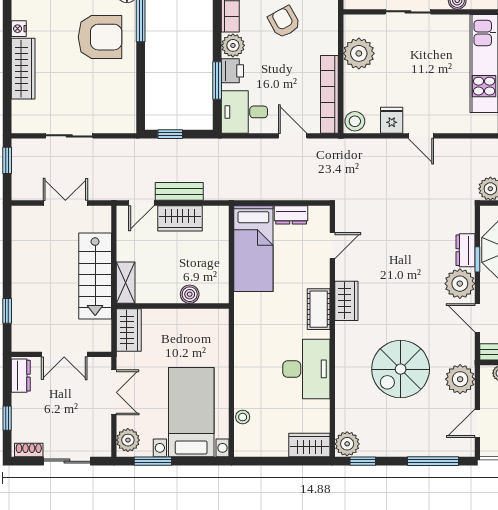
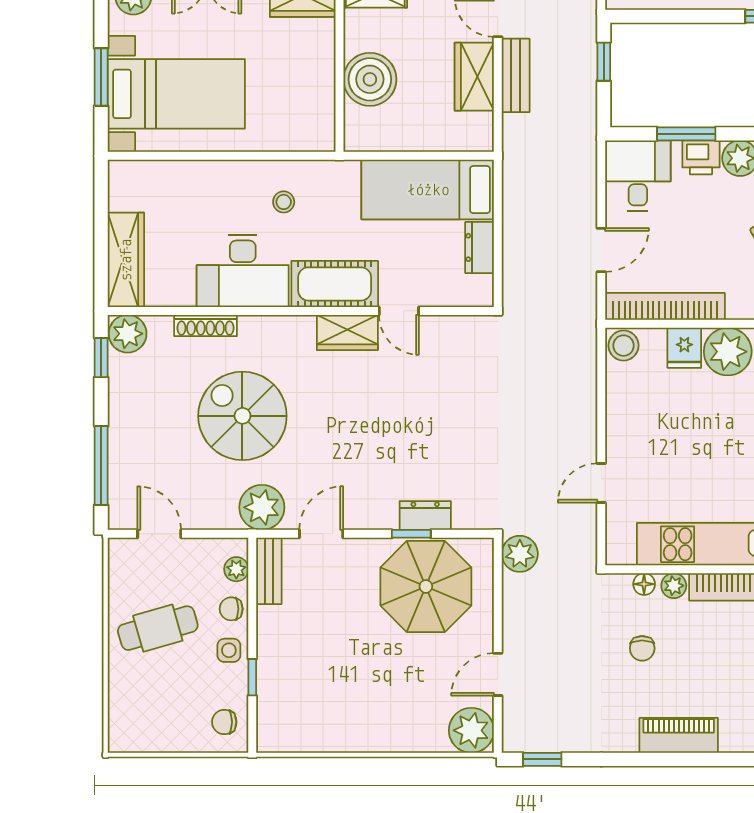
fridge: (392, 120) -> (684, 348), moved, turned 90
door: (421, 136) -> (601, 483), moved
door: (332, 246) -> (399, 311), moved
plant: (460, 284) -> (374, 507), removed
boiler: (190, 294) -> (370, 79), width x1.86, depth x1.86
cot: (319, 309) -> (335, 284), width x1.37, depth x1.34
plant: (460, 379) -> (262, 507), moved
shoe rack: (342, 393) -> (206, 325), added
stool: (243, 417) -> (284, 202), moved
wardrobe: (309, 445) -> (126, 260), width x1.50
window: (153, 461) -> (101, 77), moved

